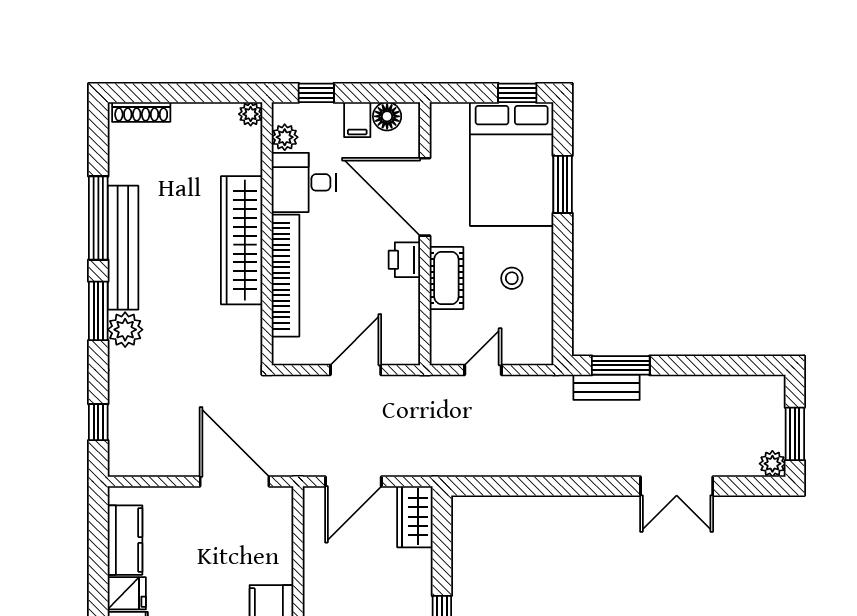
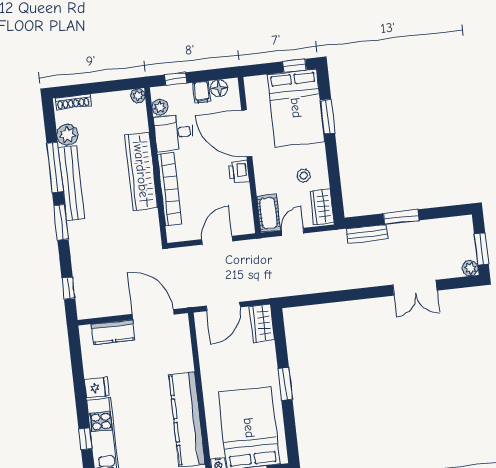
cot: (446, 278) -> (269, 213), moved
plant: (125, 330) -> (67, 135), moved
wardrobe: (537, 333) -> (322, 207), added
window: (621, 365) -> (401, 217), moved
kitchen counter: (125, 540) -> (113, 332), moved, turned 90

